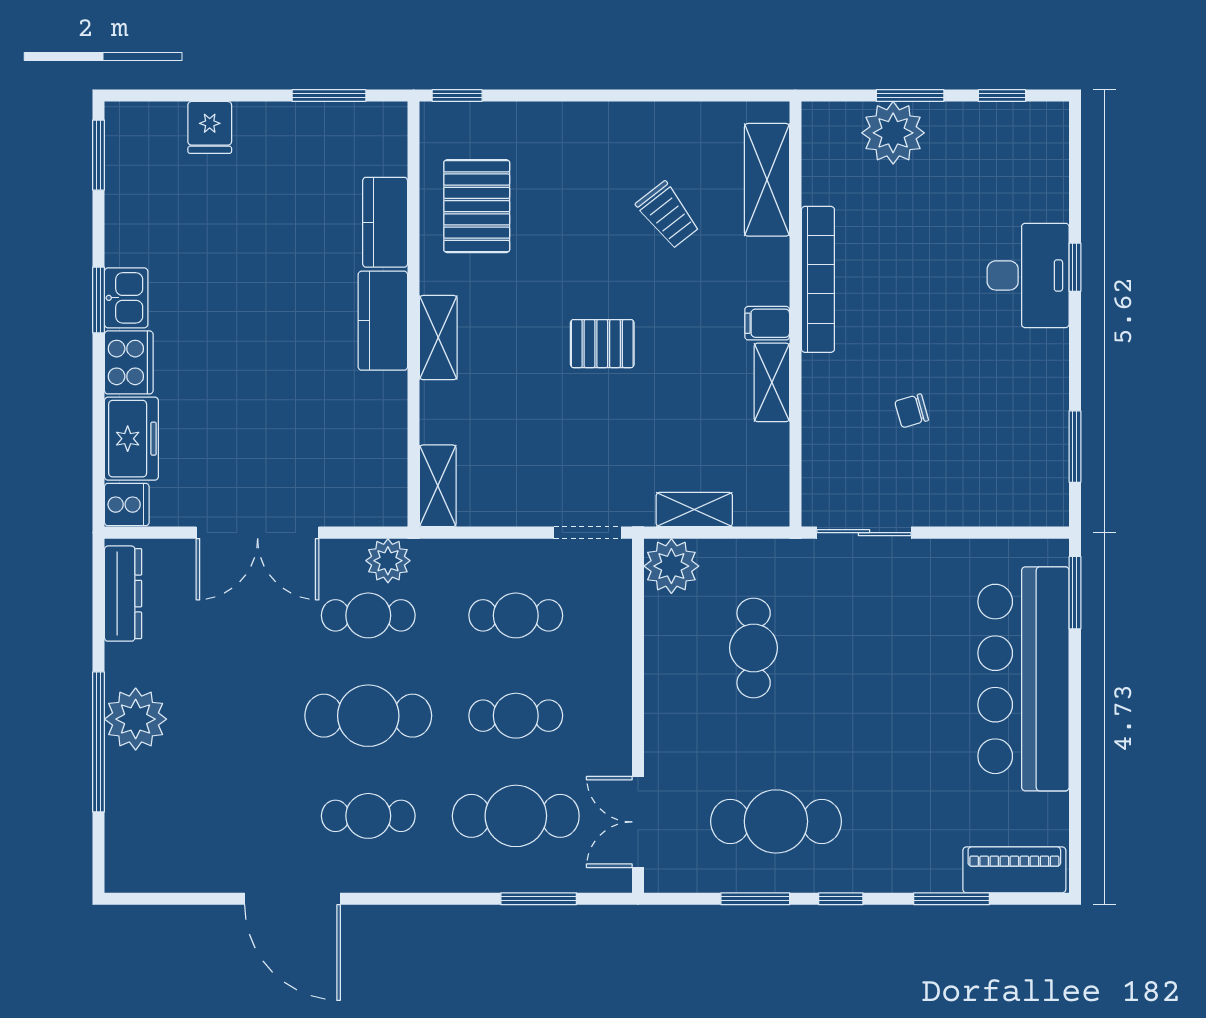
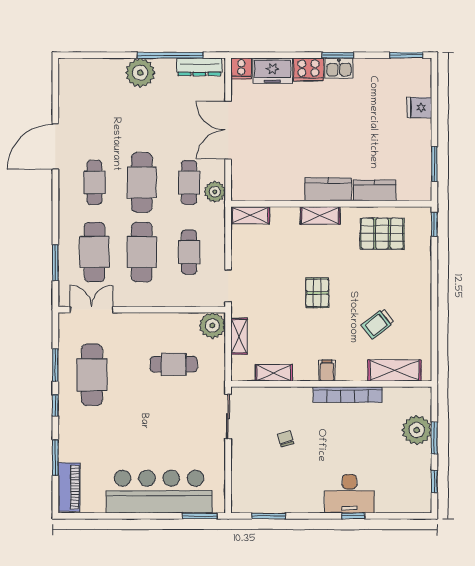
shelving: (772, 382) -> (274, 373), moved
cafe table: (516, 716) -> (142, 252), width x1.37, depth x1.35
window: (99, 742) -> (170, 55), moved

